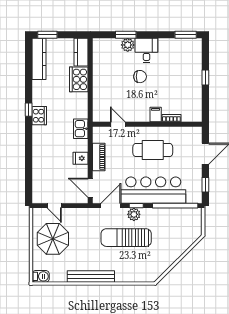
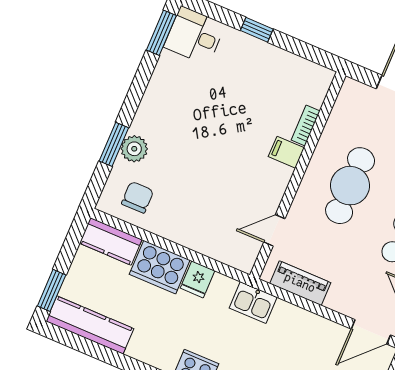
desk: (146, 50) -> (195, 36), moved
chair: (140, 77) -> (138, 197), moved
piano: (99, 157) -> (300, 283), moved
fridge: (81, 158) -> (198, 279), moved

